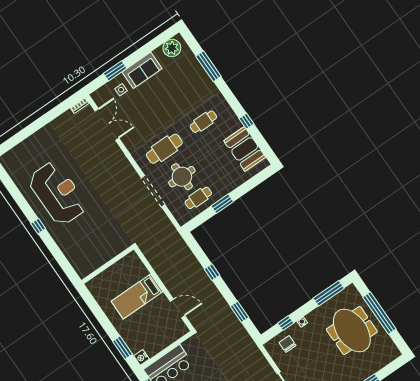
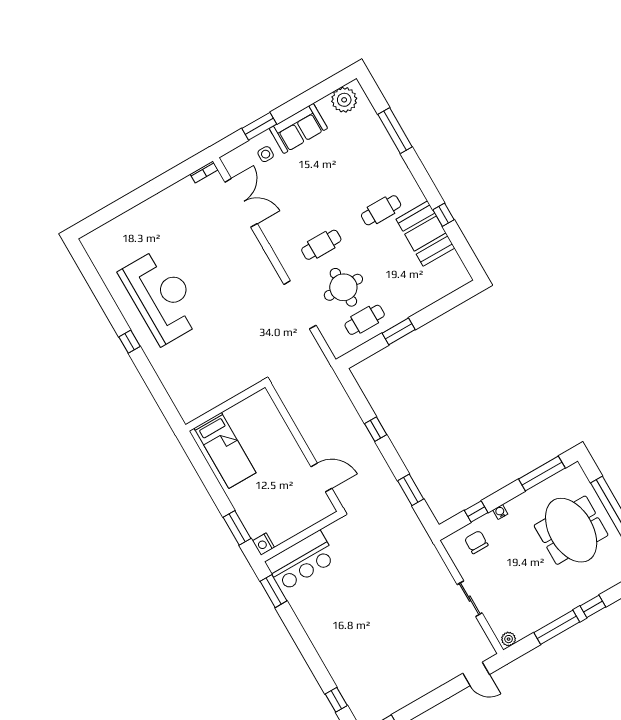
cafe table: (164, 149) -> (321, 245), width x0.73, depth x0.74
booth: (245, 149) -> (425, 234), moved
bed: (137, 296) -> (225, 450), moved, turned -90

